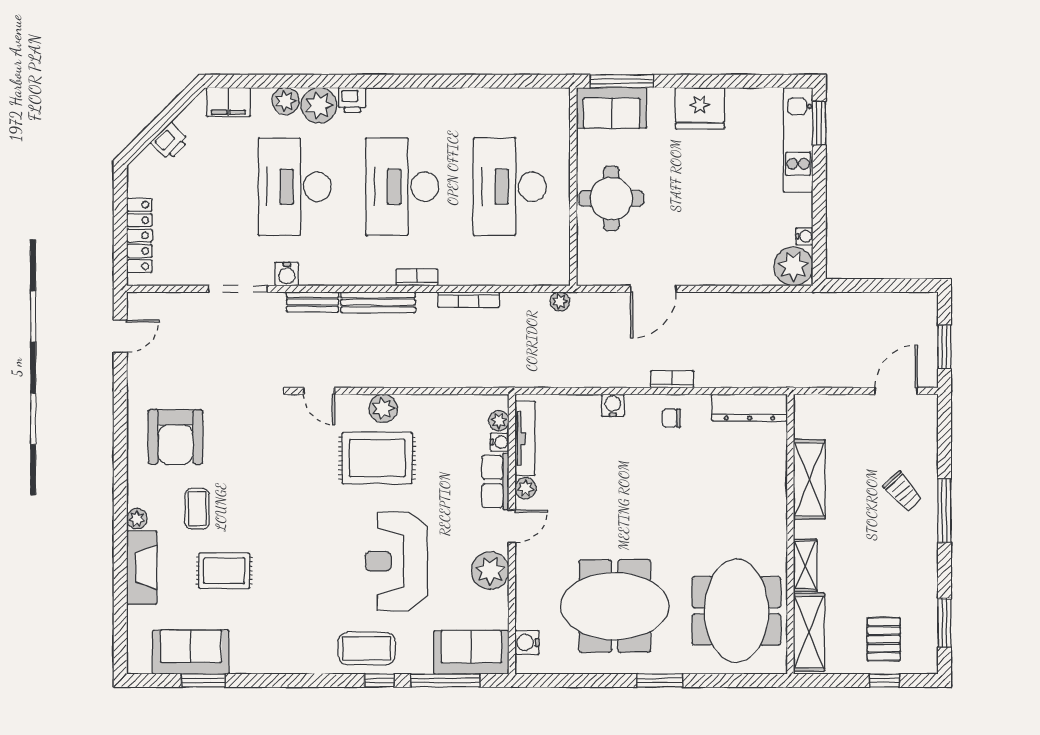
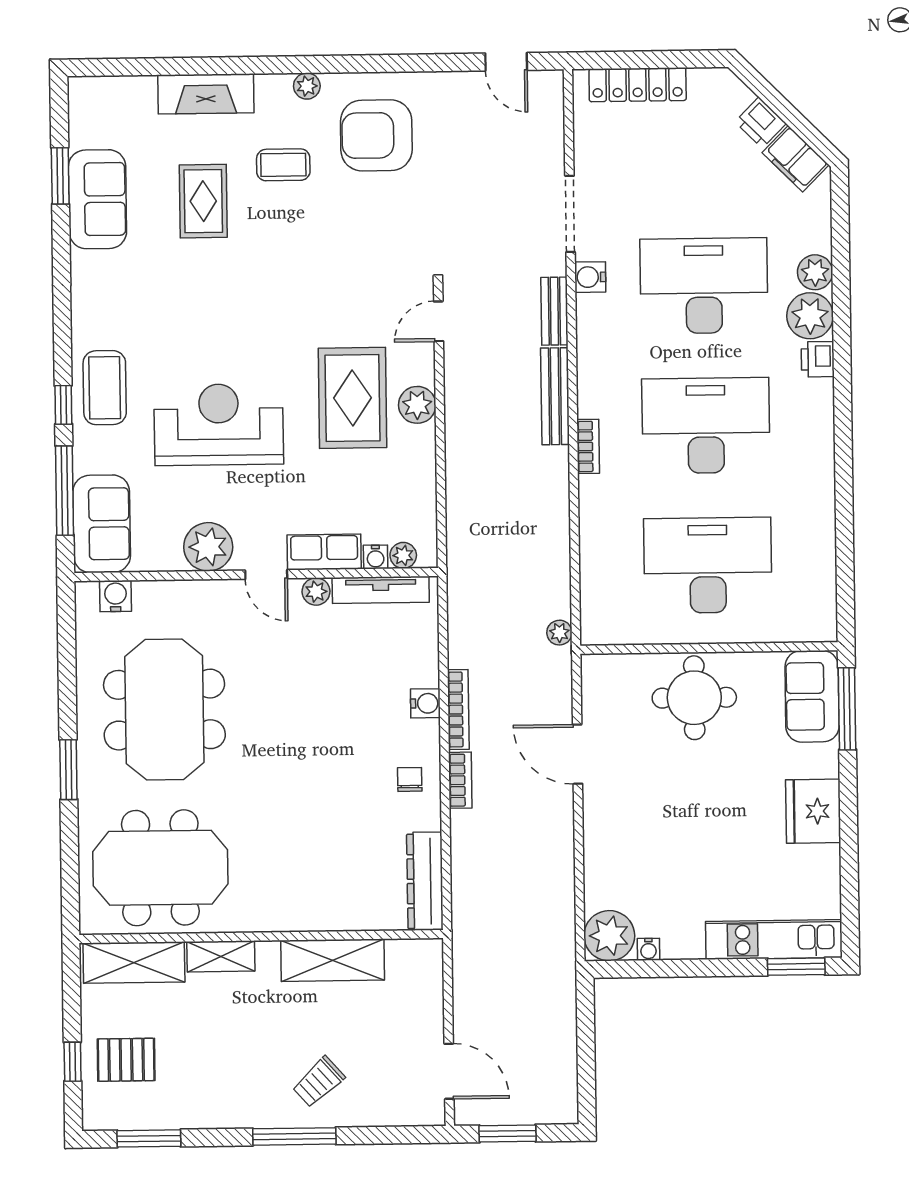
filing cabinet: (228, 102) -> (795, 159), moved, turned -45
bookcase: (469, 300) -> (458, 710), moved, turned 180
plant: (137, 519) -> (307, 86), moved
sofa: (191, 652) -> (97, 199), moved

